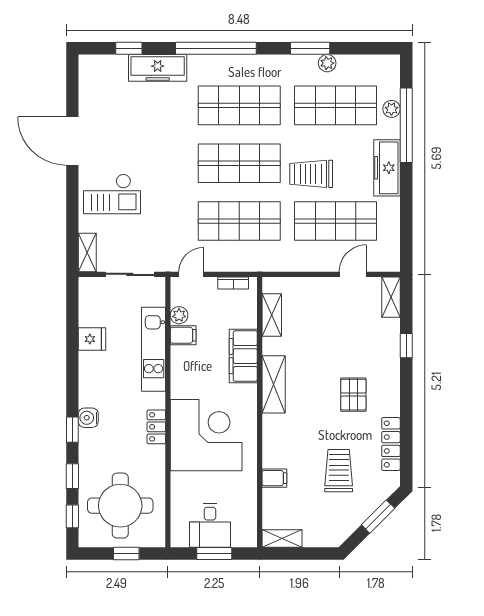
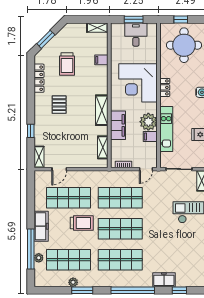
freezer: (158, 68) -> (164, 280), width x0.71
plant: (179, 315) -> (148, 122), moved, width x1.88, depth x1.88

